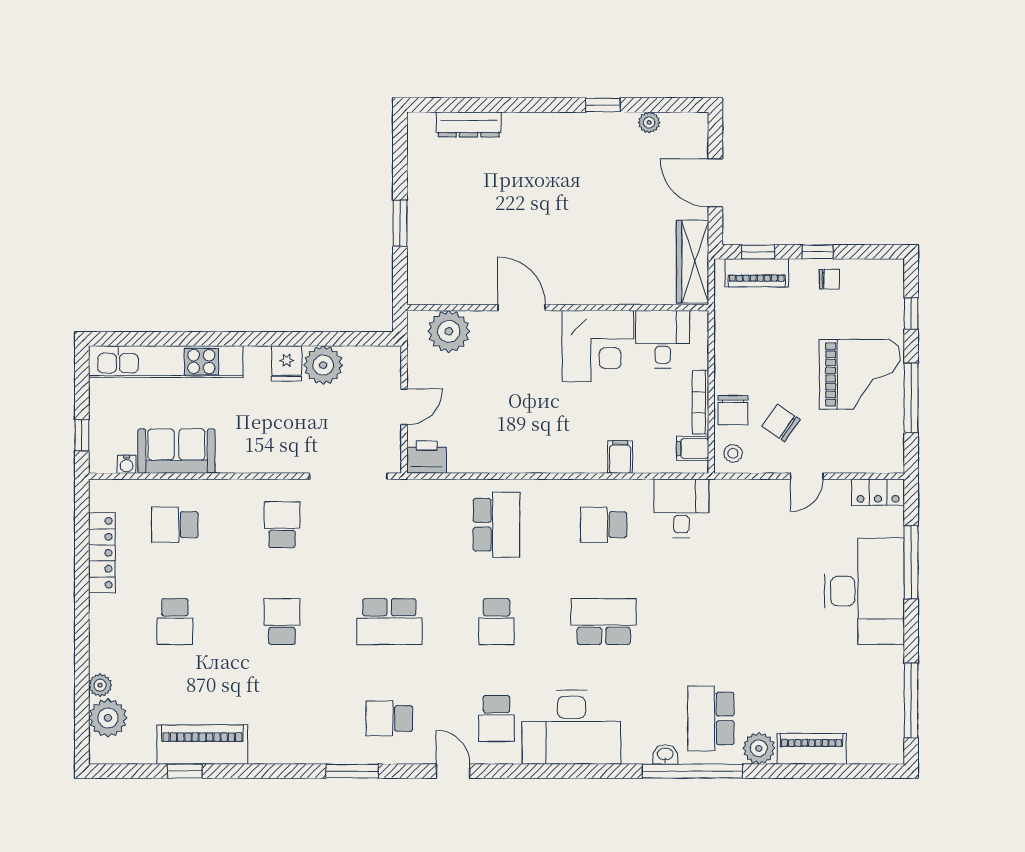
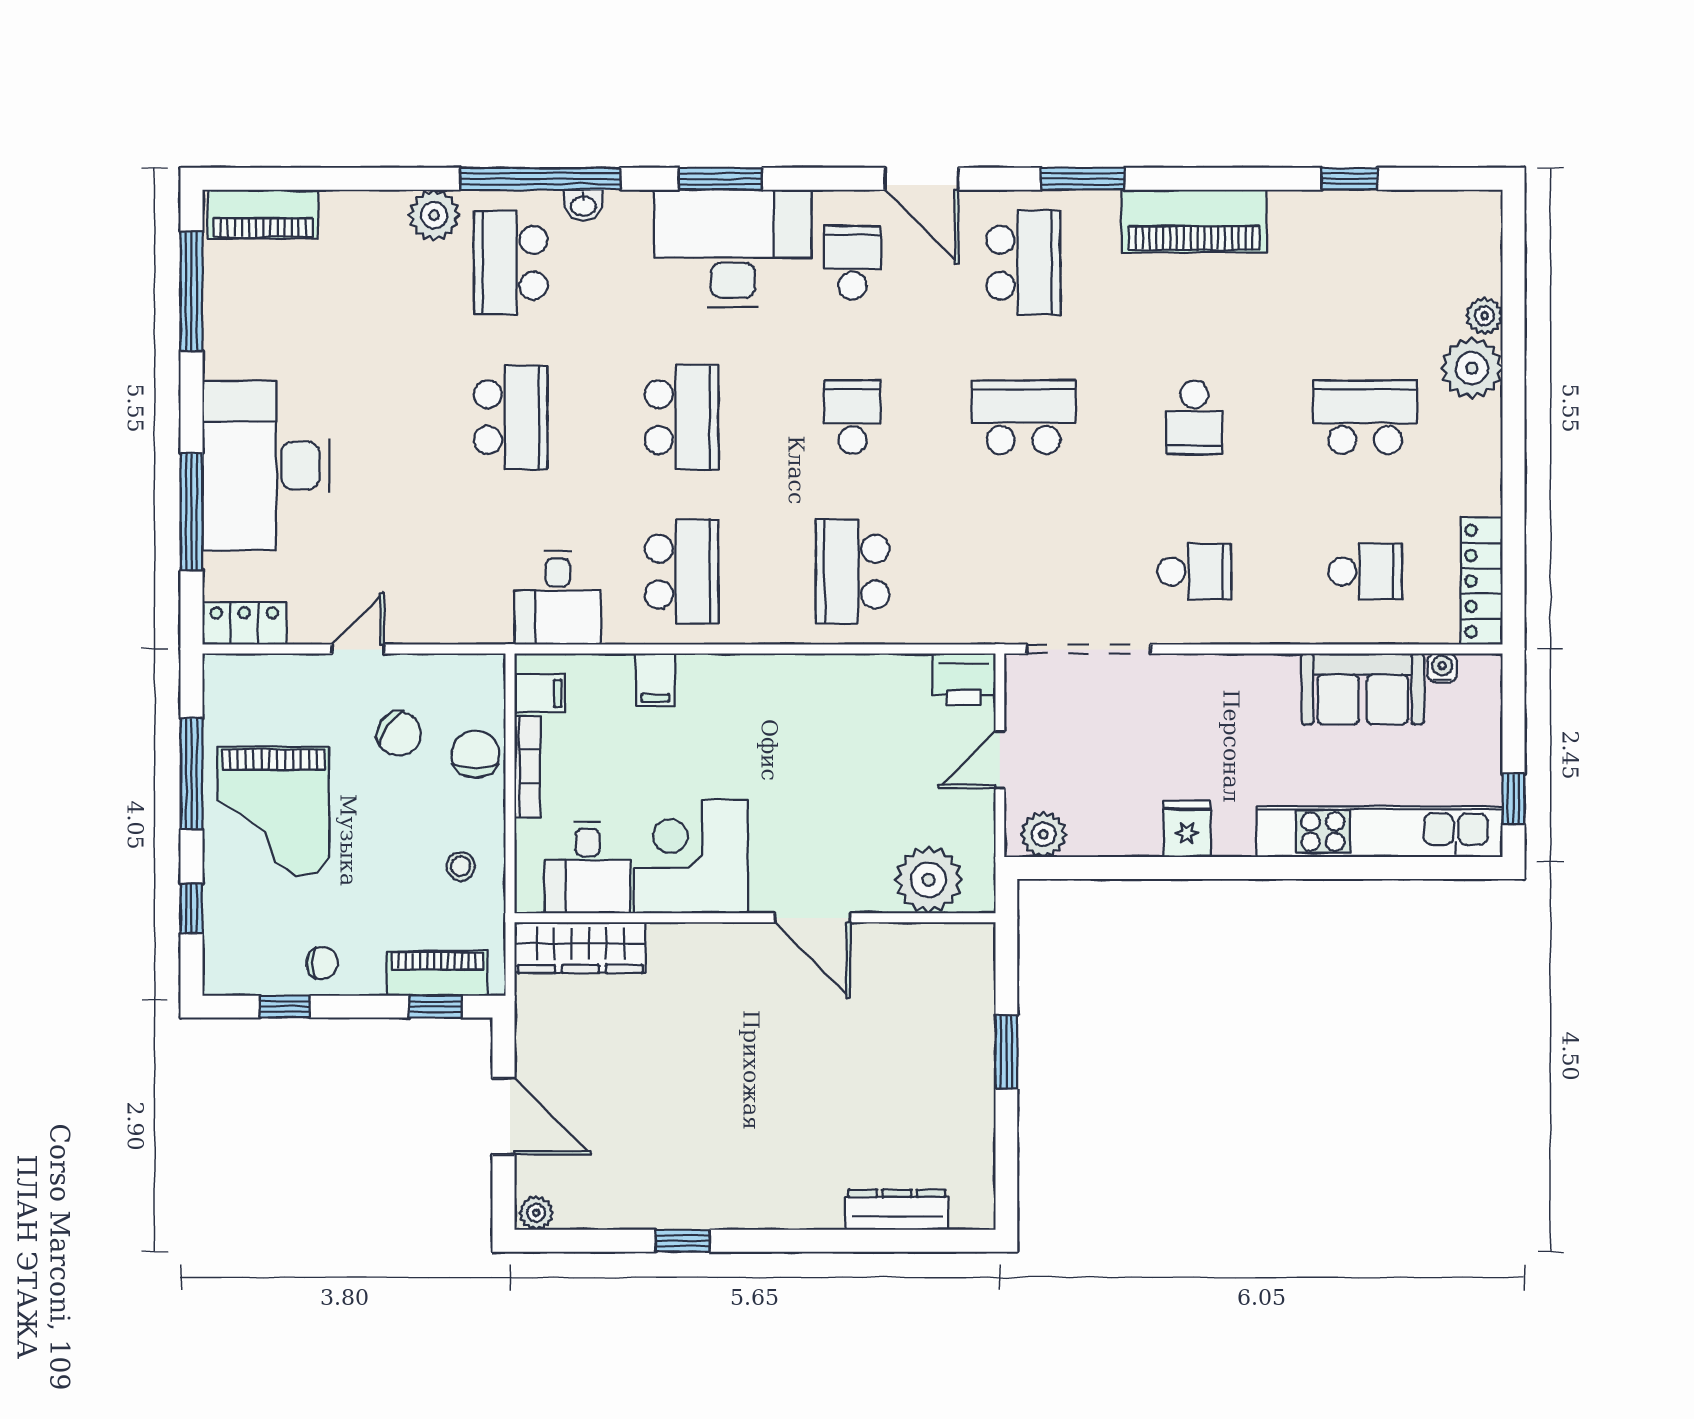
plant: (649, 122) -> (536, 1213), moved
window: (818, 252) -> (285, 1007), moved
wardrobe: (693, 262) -> (580, 948), moved, turned 90
chair: (829, 279) -> (322, 963), turned 180
plant: (323, 365) -> (1043, 834), moved, width x0.73, depth x0.73
grand piano: (860, 374) -> (273, 811), turned -90
window: (82, 435) -> (1513, 799), moved
stool: (733, 453) -> (461, 866), moved
school desk: (282, 525) -> (1194, 572), turned -90
school desk: (604, 525) -> (682, 572), width x1.85
locker: (102, 553) -> (1482, 581), moved
school desk: (175, 622) -> (1365, 417), width x1.85
school desk: (604, 622) -> (682, 417), turned -90
school desk: (711, 622) -> (511, 417), added
plant: (108, 718) -> (1472, 368), moved
school desk: (389, 718) -> (1023, 263), width x1.85
school desk: (711, 718) -> (511, 263), turned 180
piano: (202, 745) -> (1194, 221), moved
piano: (812, 749) -> (263, 214), moved
door: (453, 771) -> (922, 179), width x1.37
window: (579, 771) -> (720, 179), added

